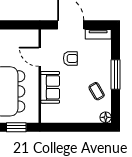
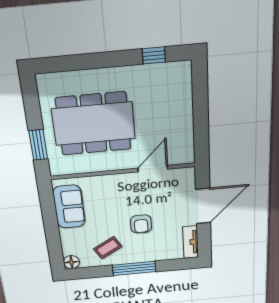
armchair: (70, 58) -> (141, 224), moved
sofa: (50, 87) -> (69, 207), moved, turned -90

